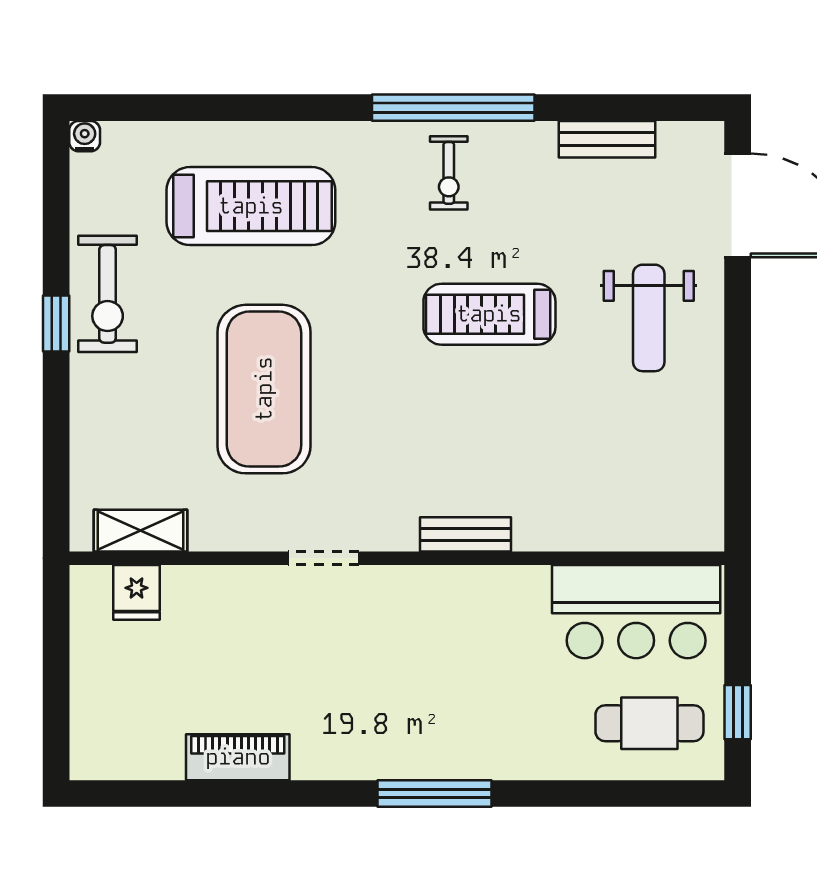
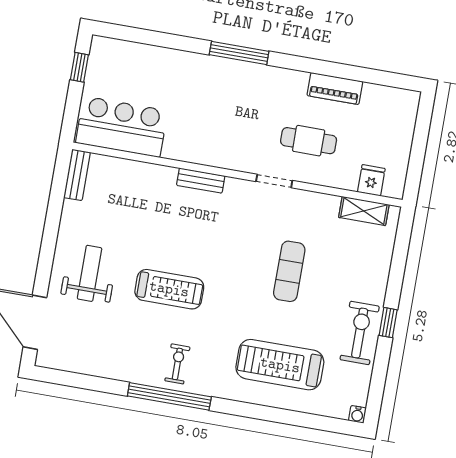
bench: (607, 139) -> (77, 175), moved, turned 90
exercise mat: (264, 389) -> (289, 271), width x0.50, depth x0.69
cafe table: (649, 723) -> (309, 141), moved

